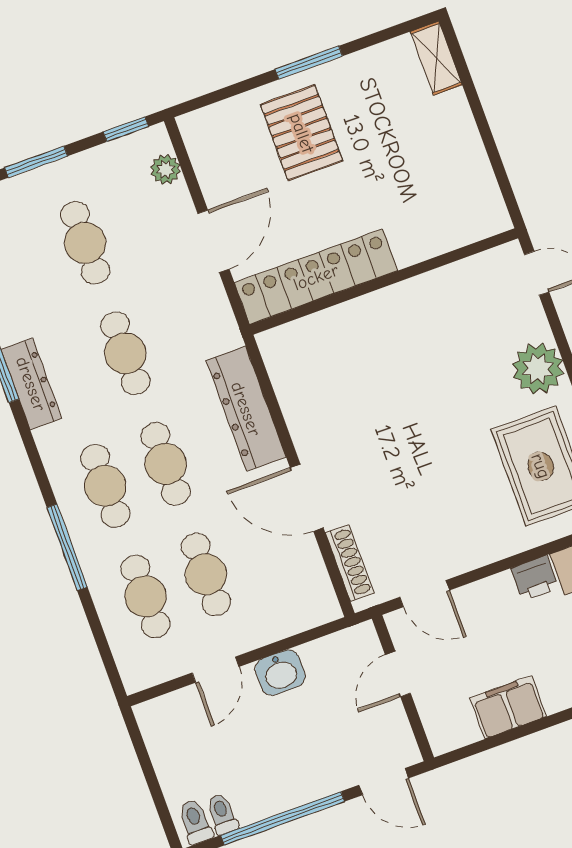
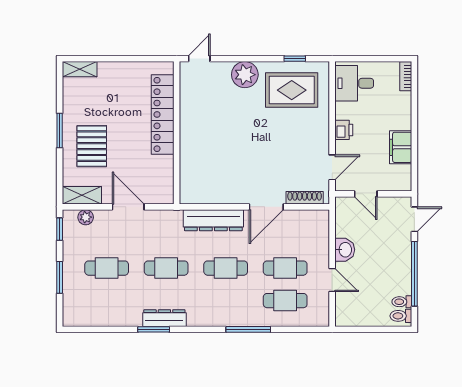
pallet: (302, 133) -> (92, 146), turned 90
shelving: (204, 148) -> (82, 195), added
locker: (316, 277) -> (163, 114), moved
cafe table: (105, 486) -> (226, 301), removed
printer: (535, 578) -> (344, 130), moved

